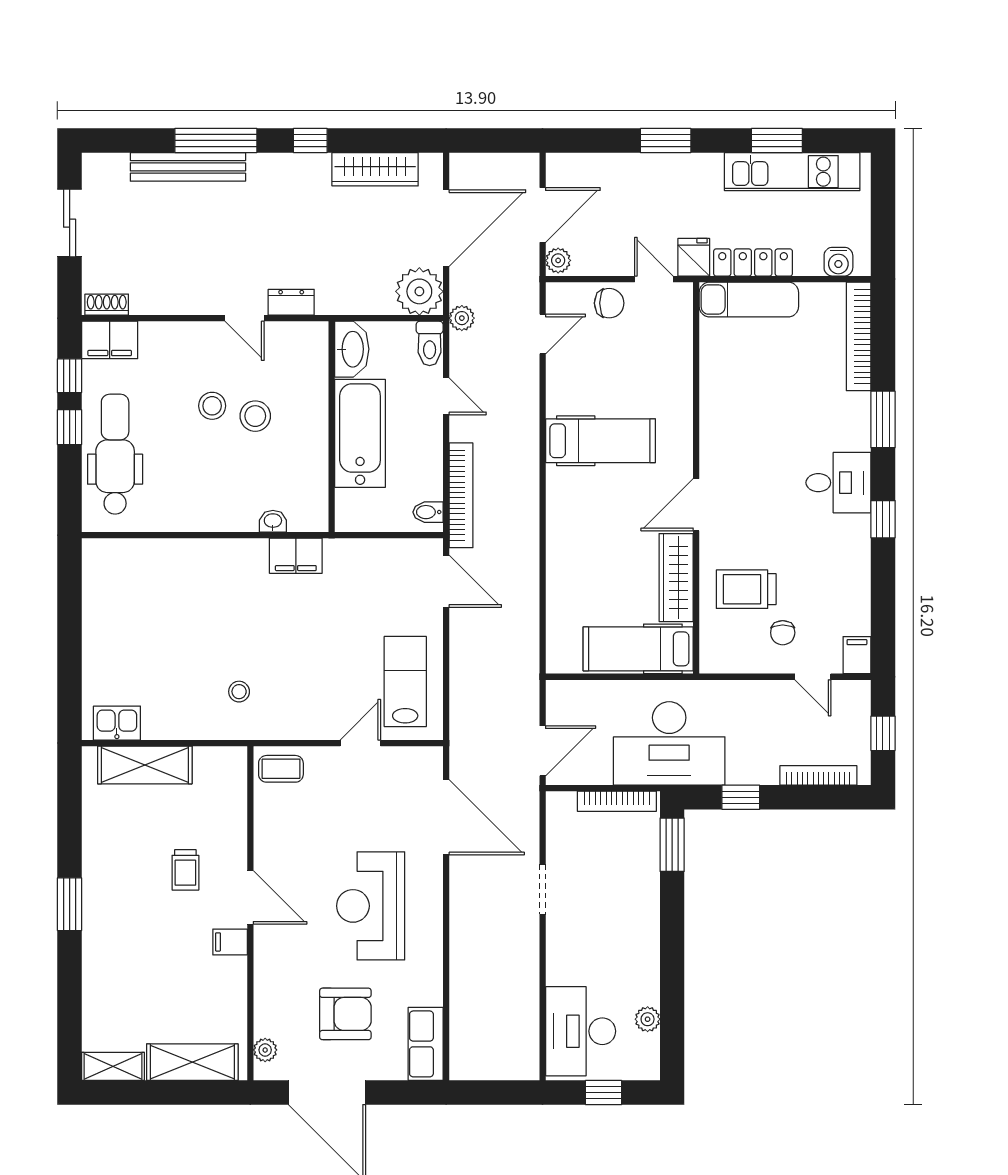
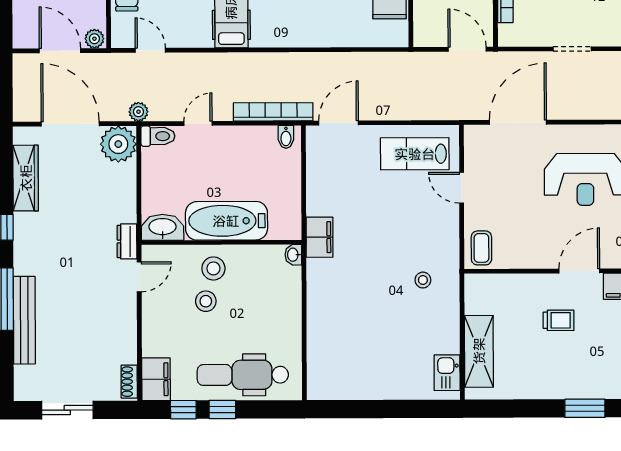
washbasin: (352, 349) -> (162, 227), moved
wall: (332, 427) -> (221, 242), moved
bathtub: (360, 433) -> (226, 221), moved

